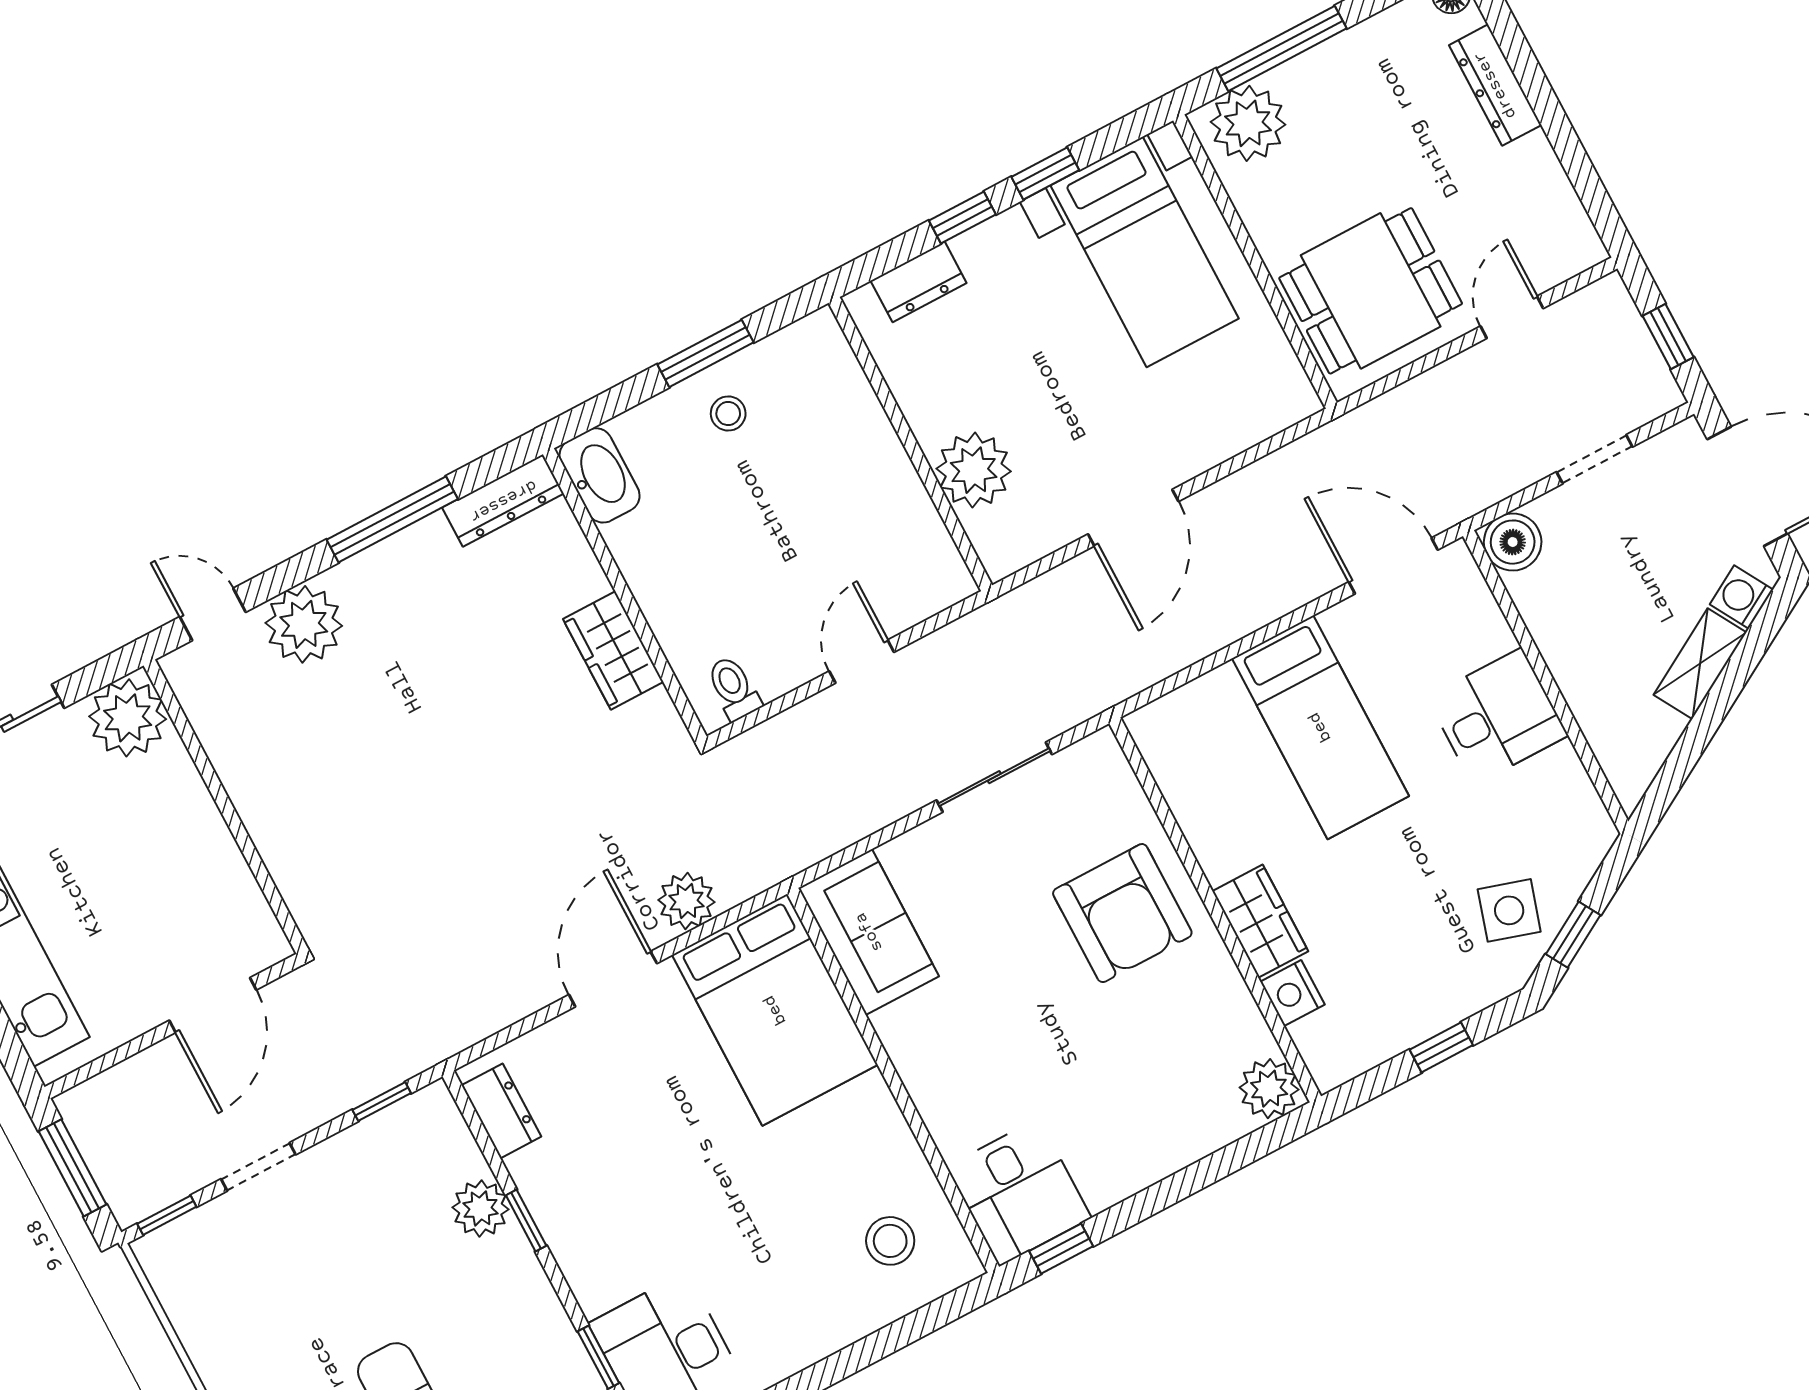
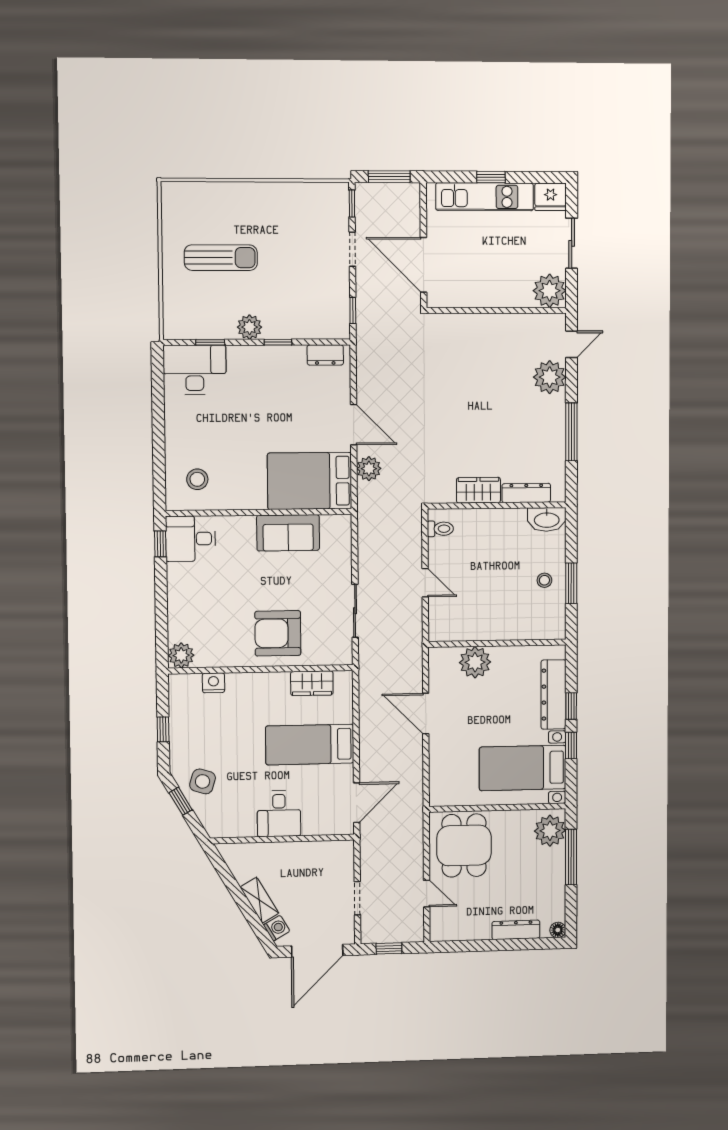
dresser: (919, 282) -> (553, 694), width x1.96, depth x1.24
dresser: (503, 501) -> (526, 493), moved, turned 90
boiler: (1513, 542) -> (342, 852), removed
wardrobe: (1260, 921) -> (312, 683), moved
sofa: (869, 932) -> (288, 533), moved
door: (213, 1005) -> (424, 265), width x1.36
plant: (480, 1208) -> (250, 327), moved

